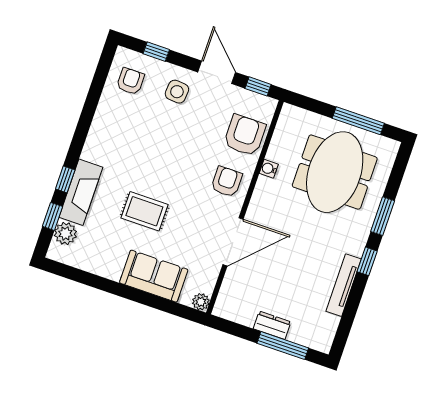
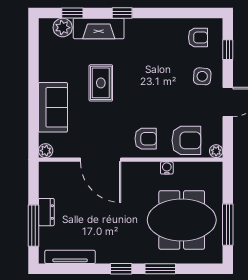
window: (258, 86) -> (228, 138), removed
plant: (269, 105) -> (216, 151), added
window: (65, 179) -> (122, 13), moved
tv unit: (344, 285) -> (70, 257), moved

